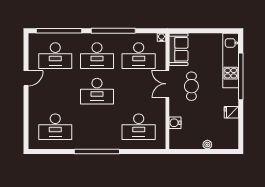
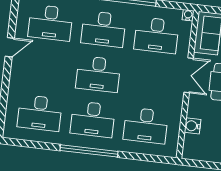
double door: (167, 84) -> (189, 75), swing flipped
desk: (97, 127) -> (93, 119), added

